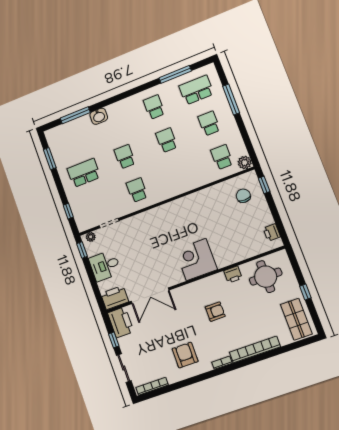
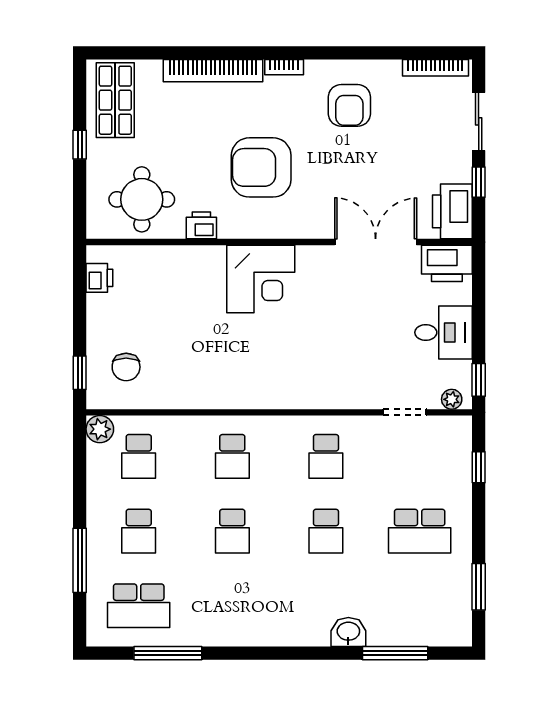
school desk: (154, 107) -> (232, 456), moved
armchair: (215, 312) -> (261, 167), width x1.88, depth x1.88

